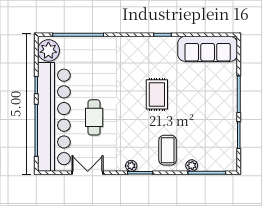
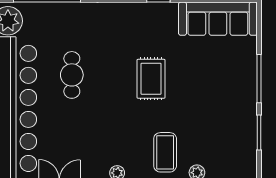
cafe table: (94, 117) -> (72, 75), moved

